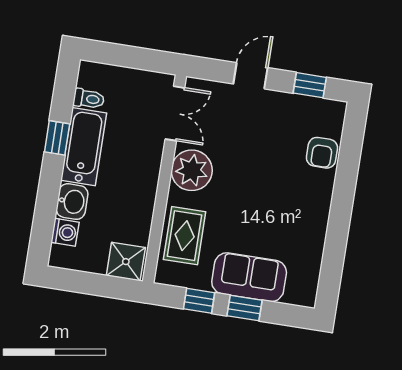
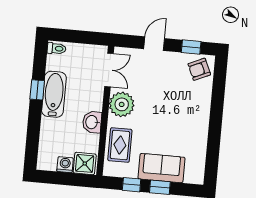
toilet: (89, 99) -> (57, 48), moved
armchair: (322, 153) -> (199, 69), moved, turned 66
washbasin: (72, 202) -> (92, 122), moved, turned 180
washing machine: (65, 232) -> (65, 165), moved, turned -90

